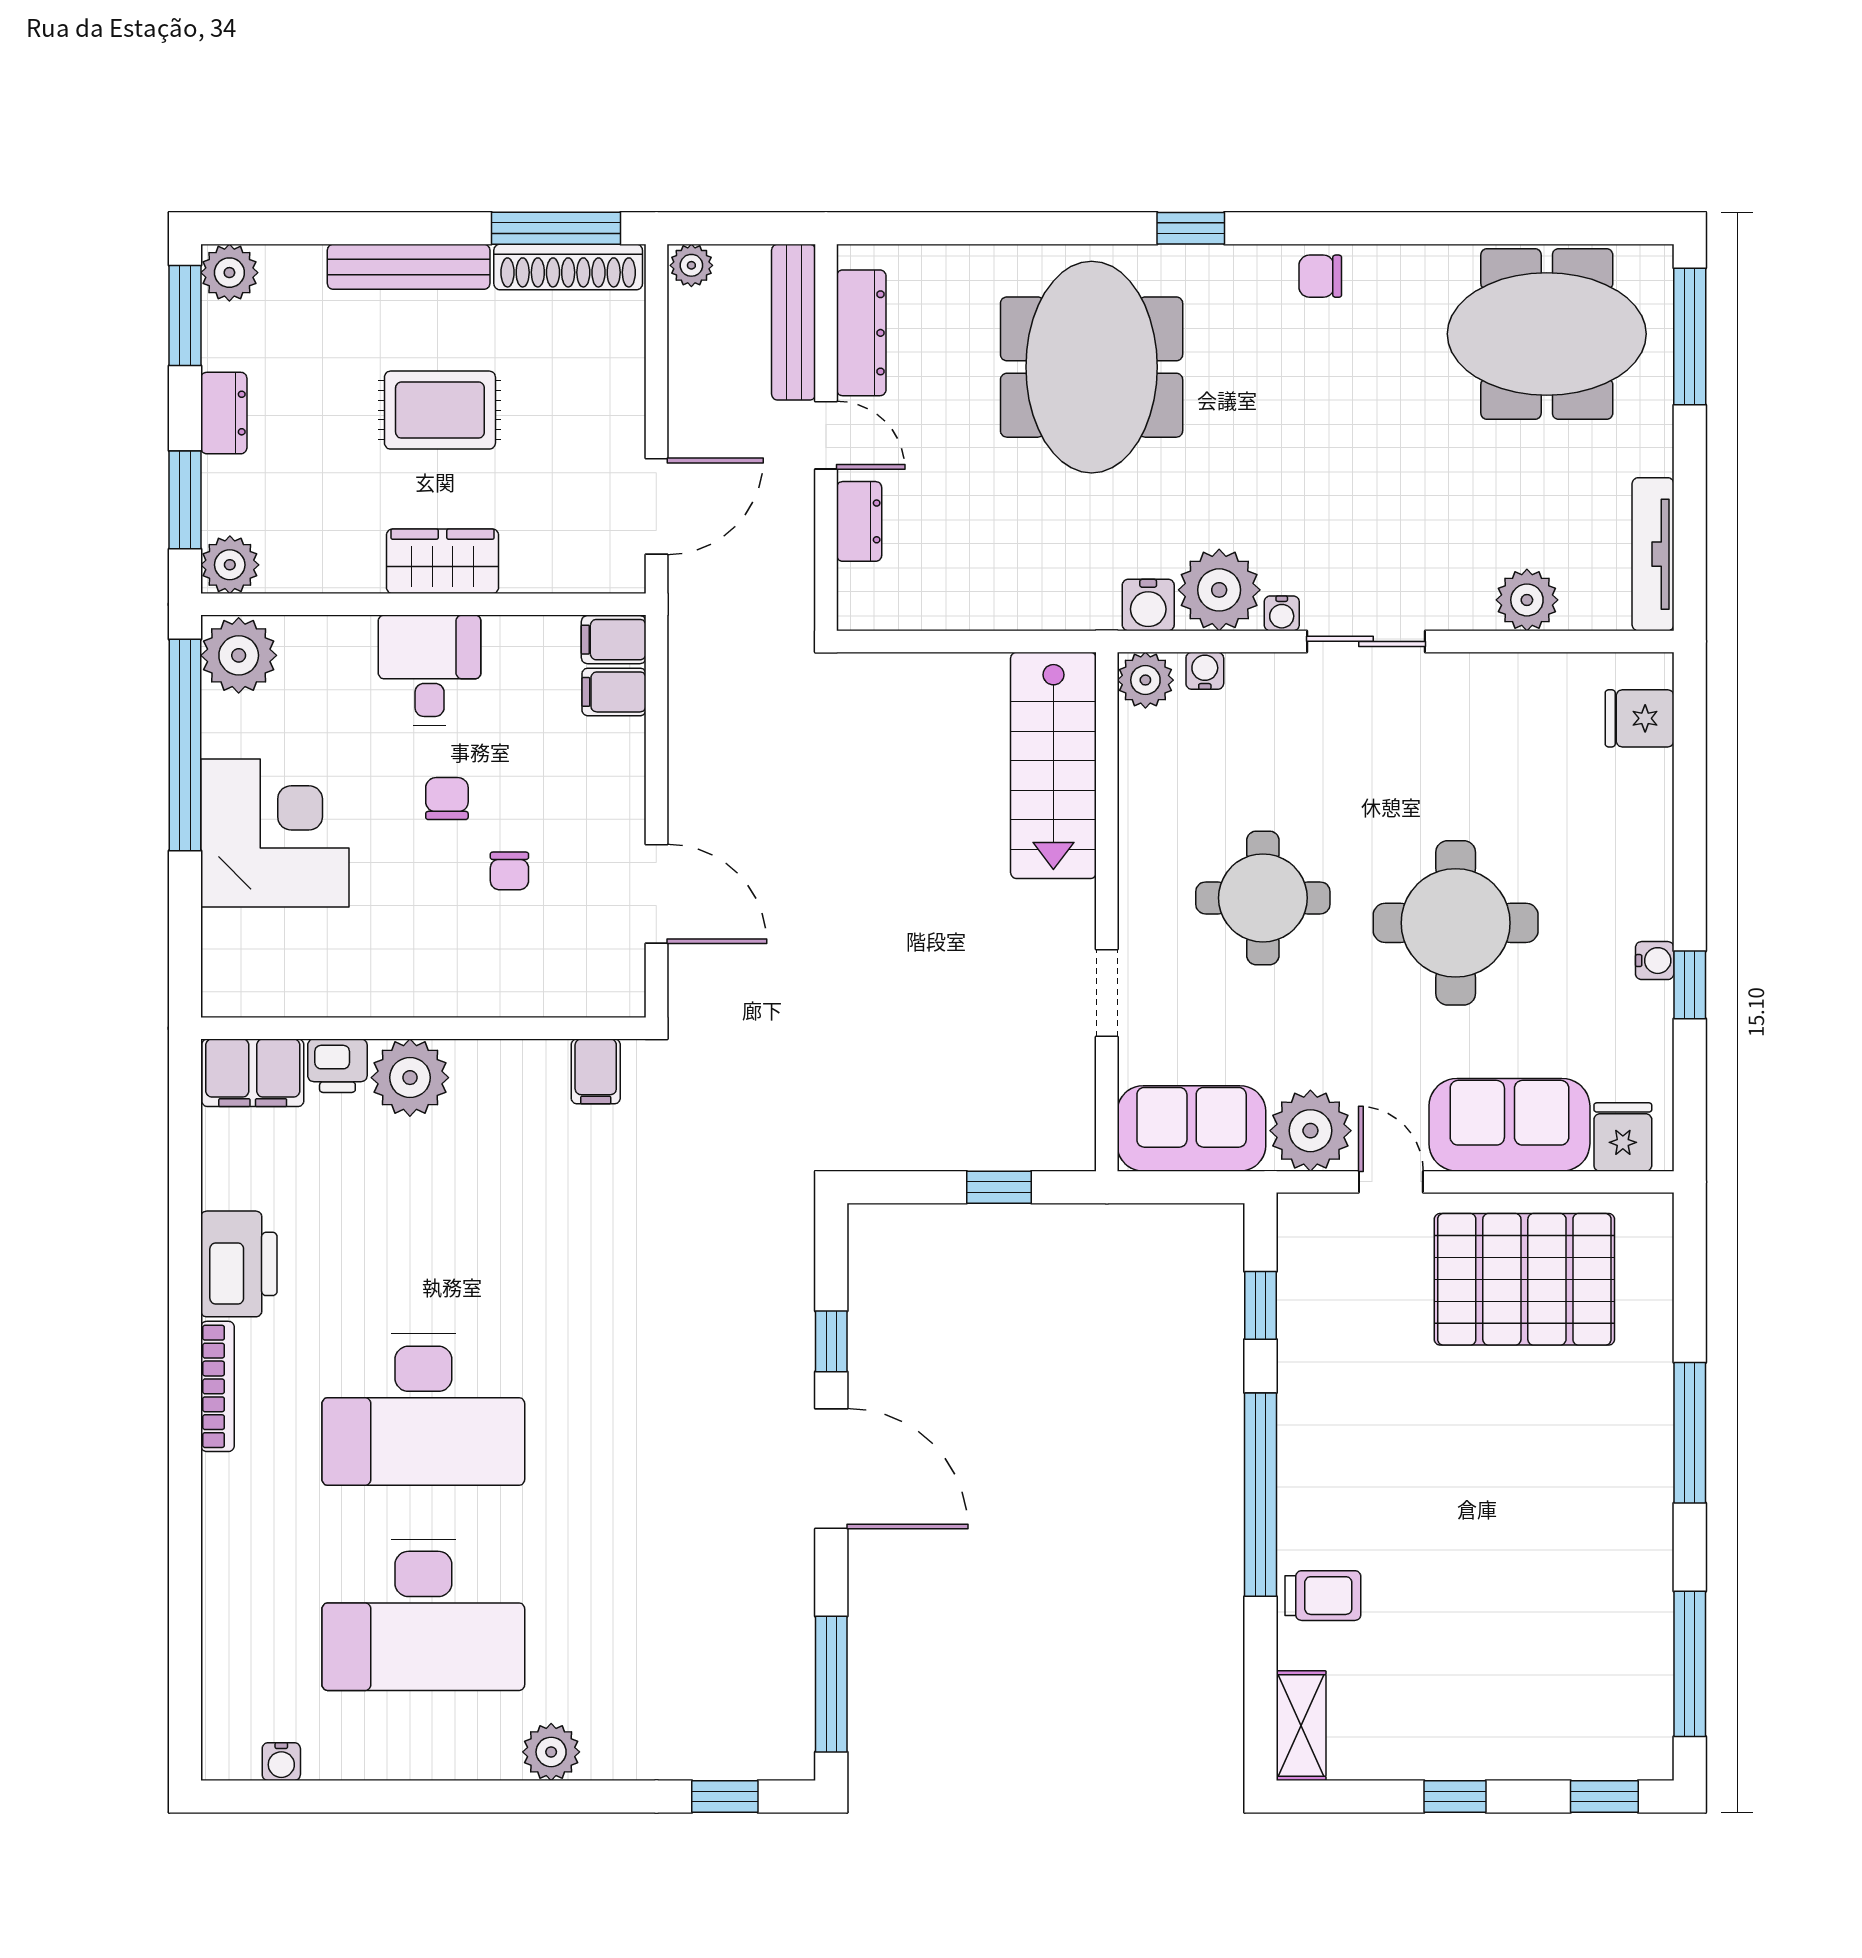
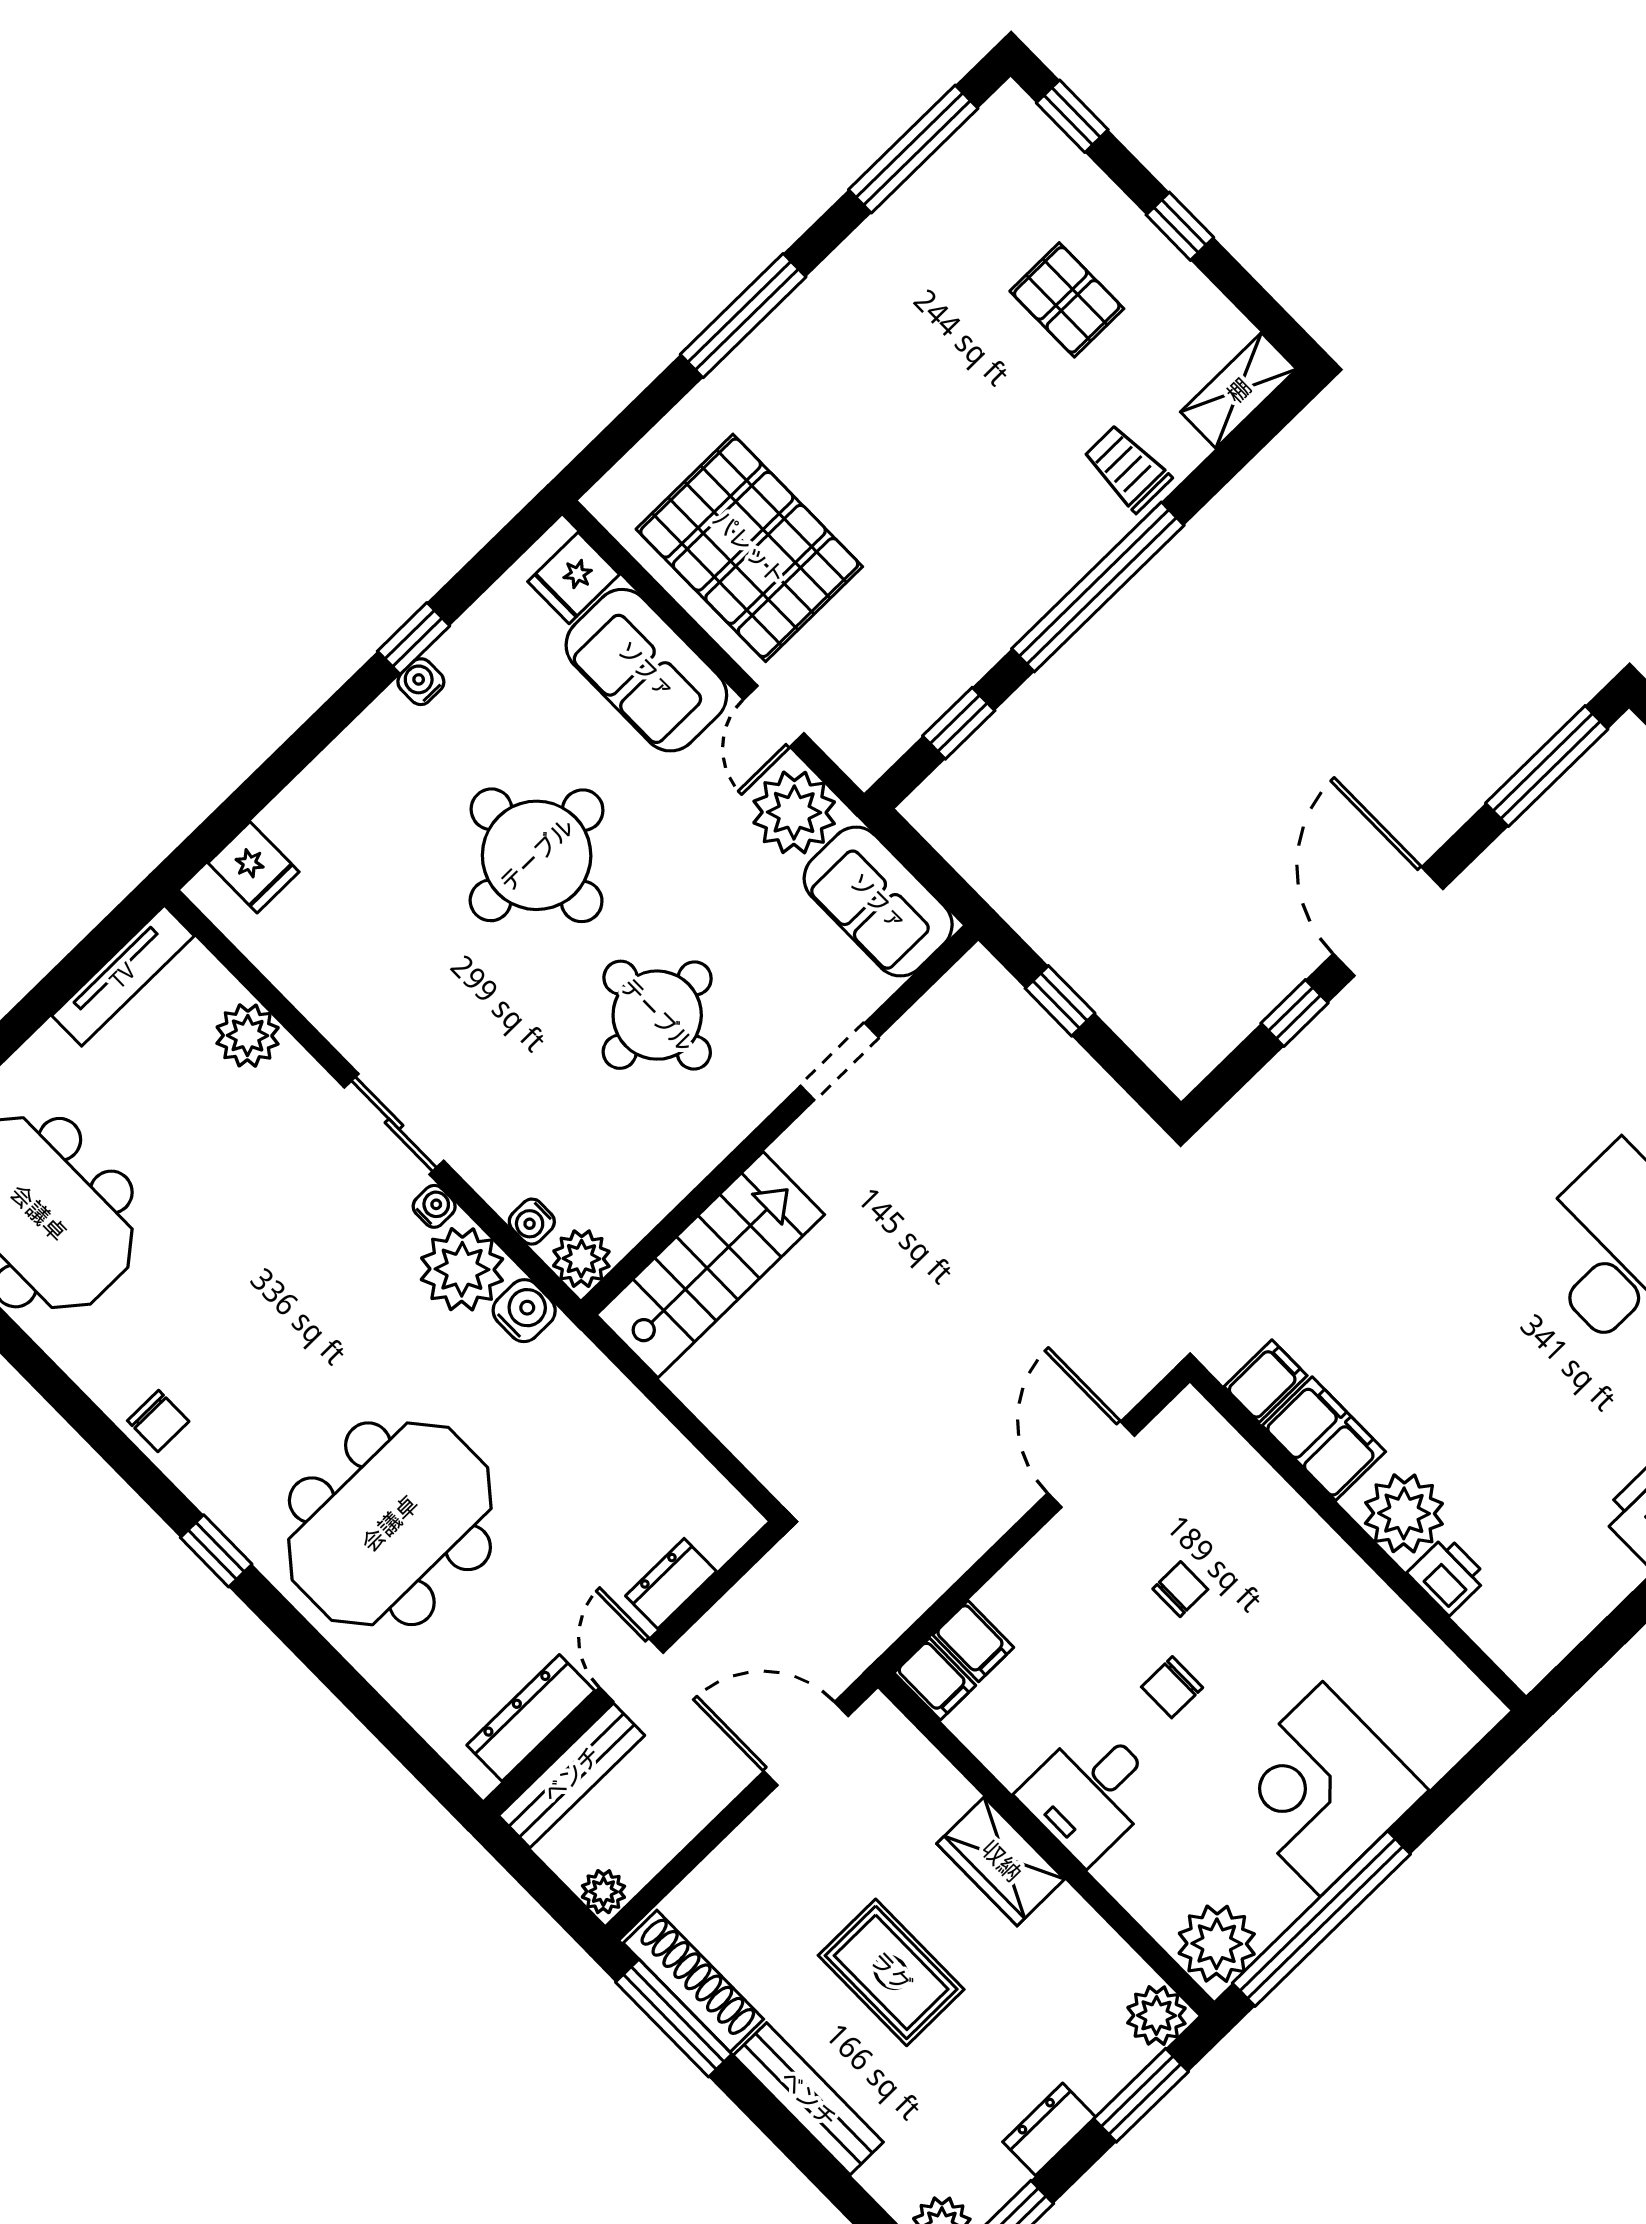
filing cabinet: (253, 1073) -> (1324, 1439), moved
pallet: (1481, 1668) -> (1067, 300), added

